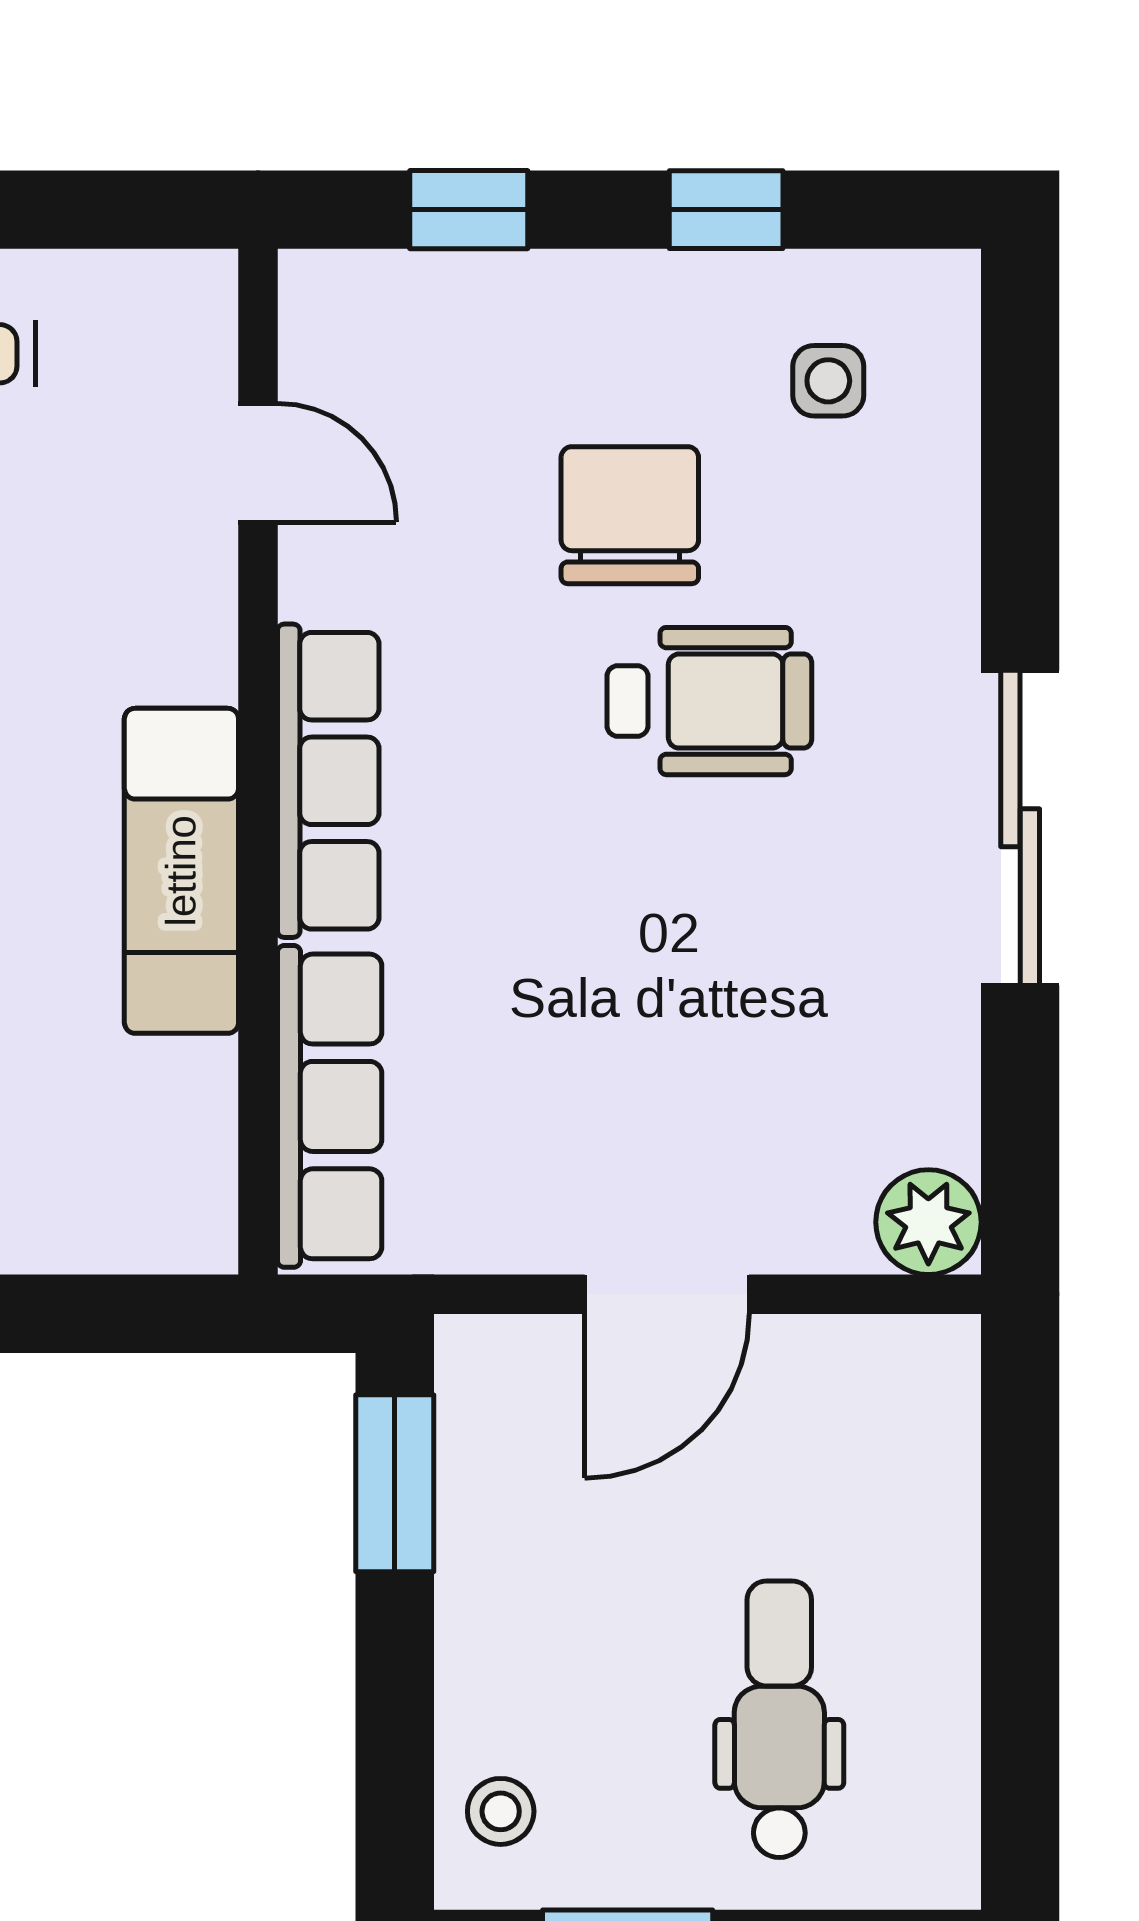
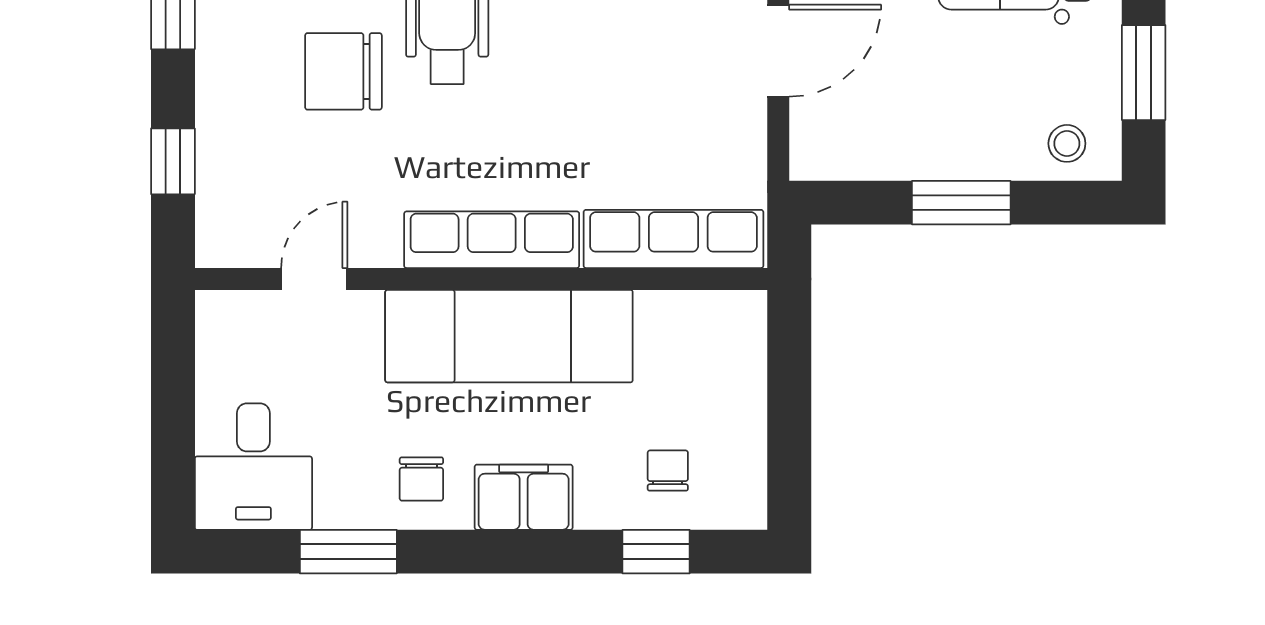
exam couch: (181, 871) -> (509, 336), width x1.36, depth x1.45
door: (667, 1294) -> (778, 51), hinge flipped
window: (395, 1483) -> (961, 203), moved

